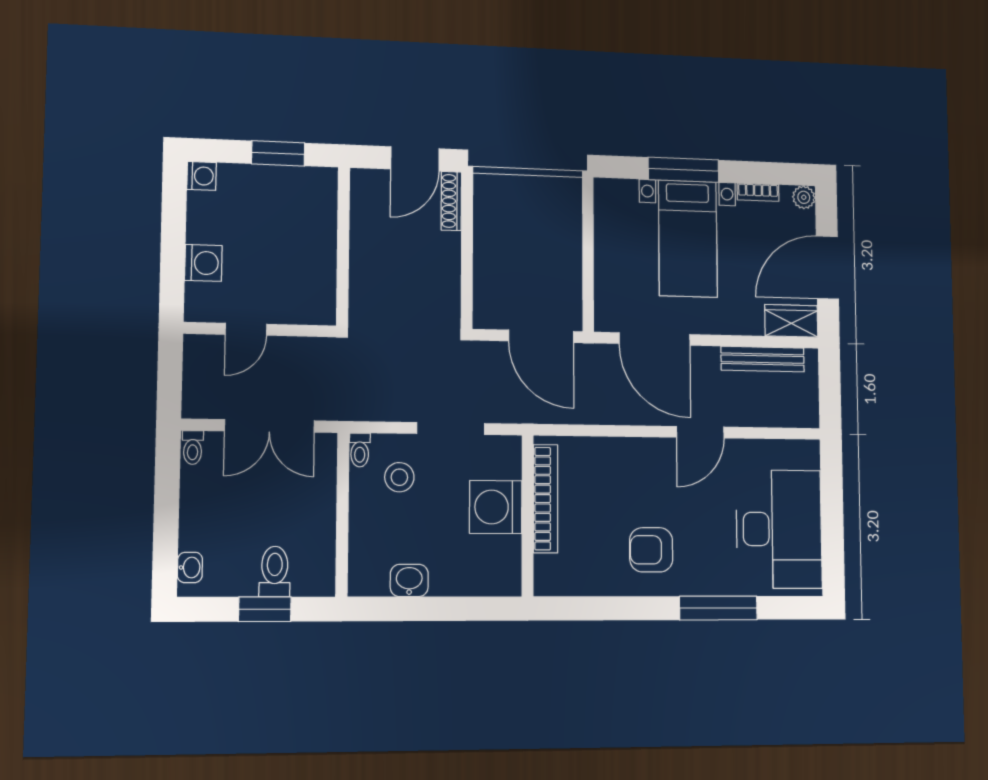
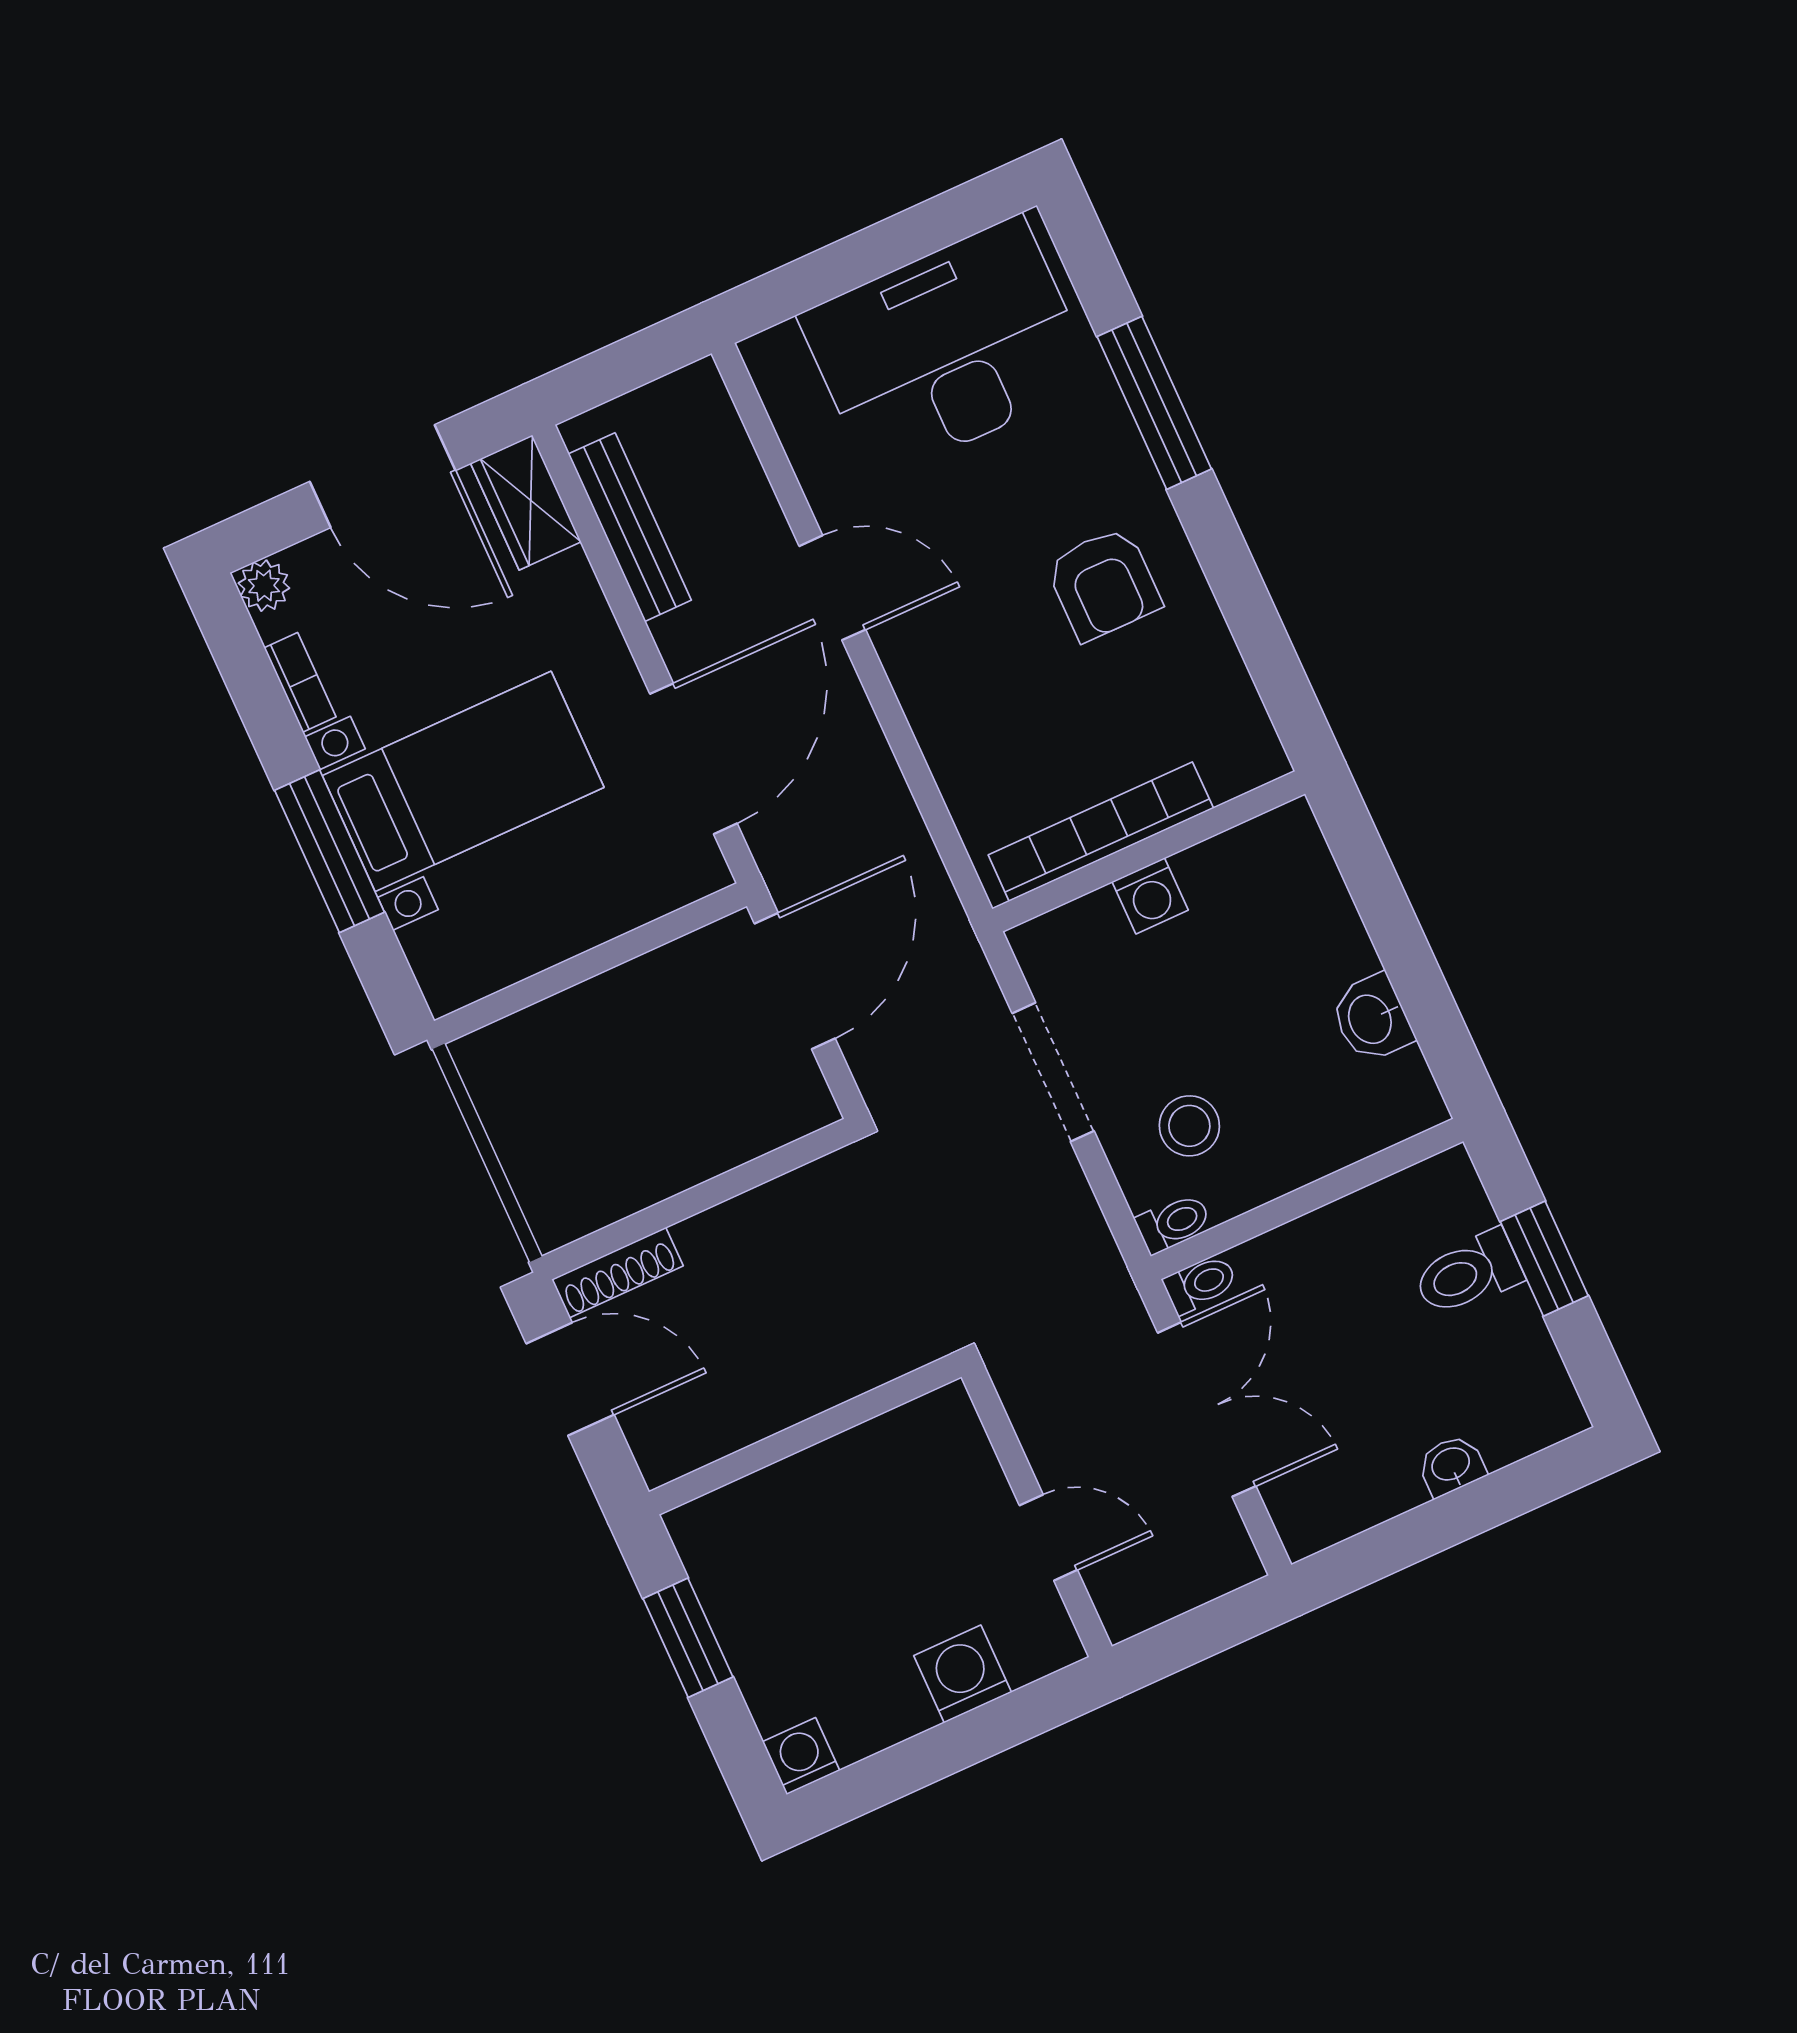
toilet: (193, 448) -> (1200, 1284), moved
washing machine: (496, 507) -> (1150, 896), width x0.53, depth x0.53
washbasin: (190, 567) -> (1451, 1465), moved

